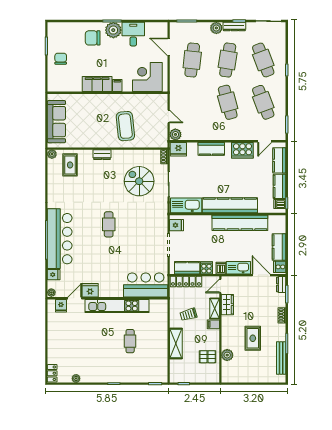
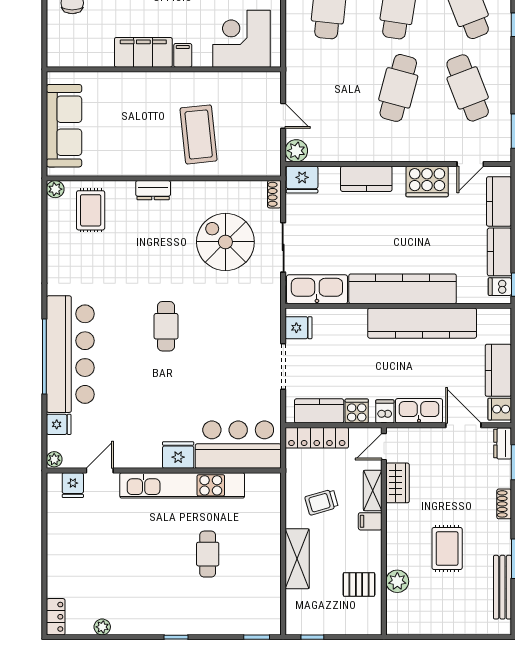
cafe table: (228, 102) -> (398, 88), turned 30
fridge: (90, 290) -> (178, 455), moved

